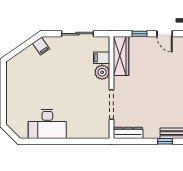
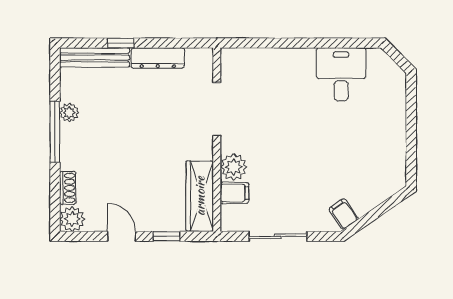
desk: (47, 124) -> (341, 74), width x0.73
dresser: (128, 133) -> (158, 58), moved

